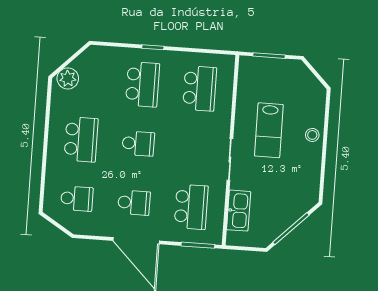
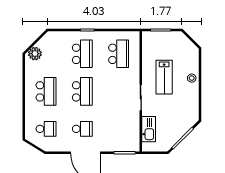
school desk: (138, 144) -> (82, 91), width x1.85
school desk: (191, 207) -> (119, 129), removed

